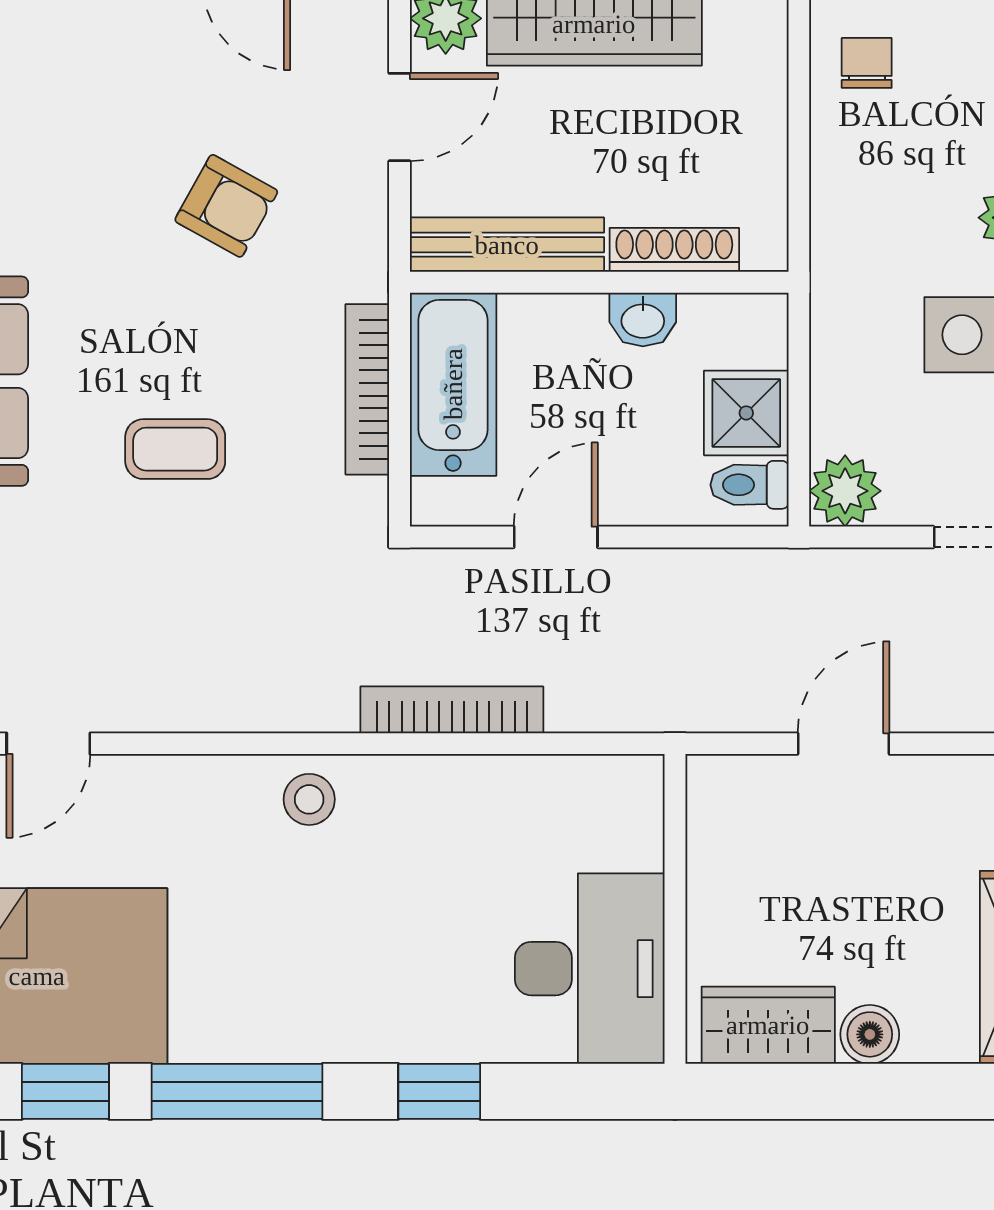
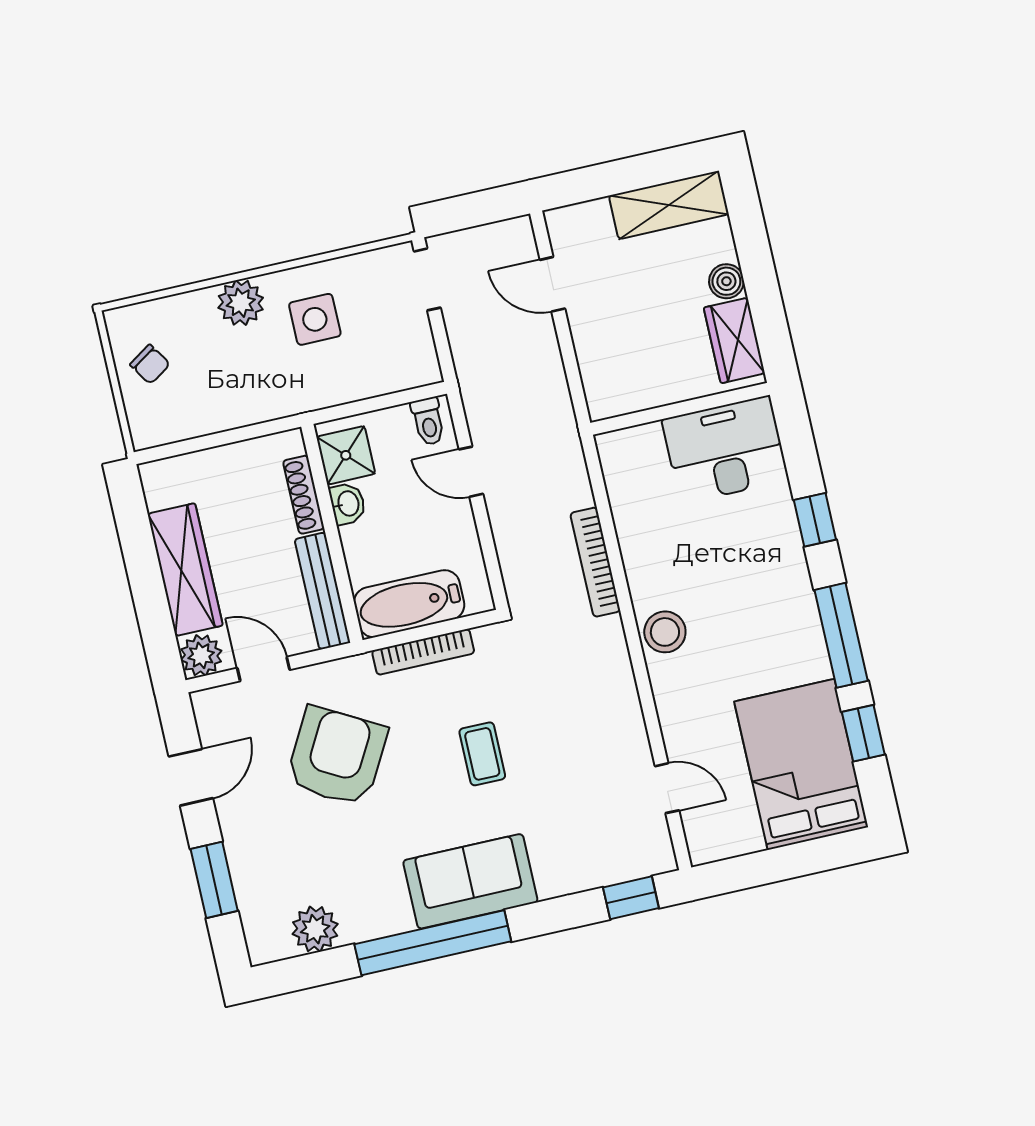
chair: (867, 63) -> (150, 364), moved, turned -123
armchair: (226, 206) -> (337, 756), width x1.88, depth x1.88
shower: (746, 413) -> (346, 455), moved
plant: (845, 491) -> (419, 366), removed
door: (556, 537) -> (471, 472), moved
door: (843, 744) -> (552, 284), moved
stool: (309, 799) -> (665, 632), width x1.37, depth x1.37

